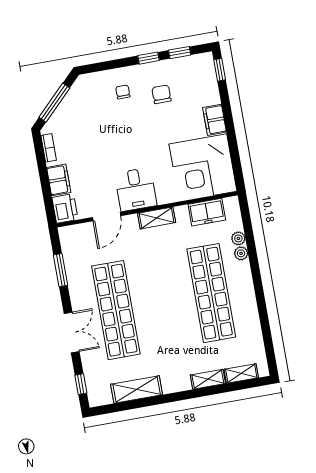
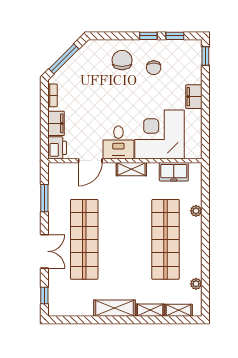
chair: (123, 92) -> (122, 60), width x1.87, depth x1.87
chair: (161, 94) -> (154, 68), turned 180
corner desk: (203, 168) -> (160, 134), moved, turned 90
plant: (238, 238) -> (196, 284), moved
shelving: (137, 390) -> (114, 308), moved

